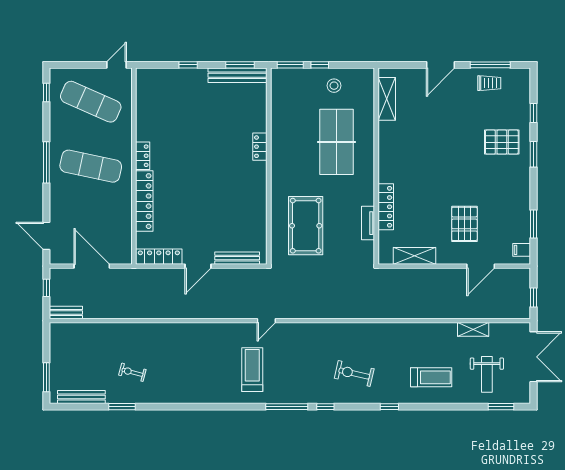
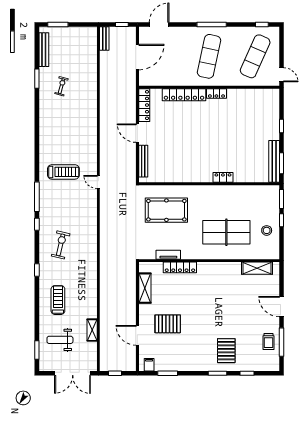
treadmill: (431, 377) -> (58, 300), turned 180

